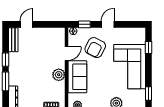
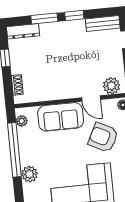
plant: (59, 75) -> (111, 86), moved

